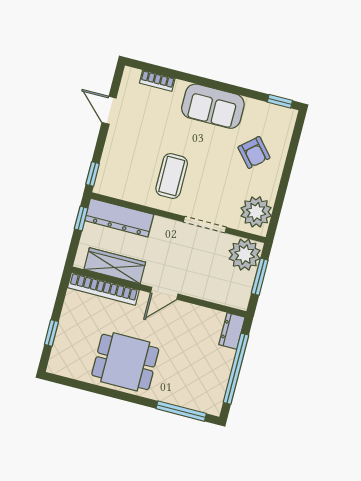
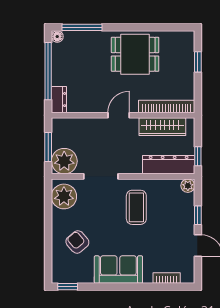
window: (93, 174) -> (198, 215), moved
plant: (102, 186) -> (188, 186), added
floor lamp: (214, 408) -> (57, 37), added

